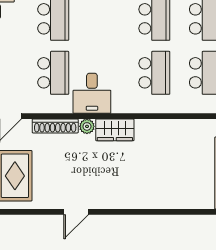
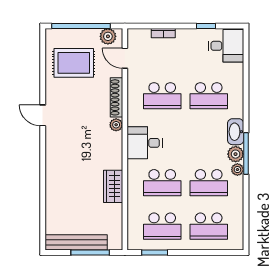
desk: (92, 93) -> (145, 143), moved
wardrobe: (115, 130) -> (113, 186), moved

